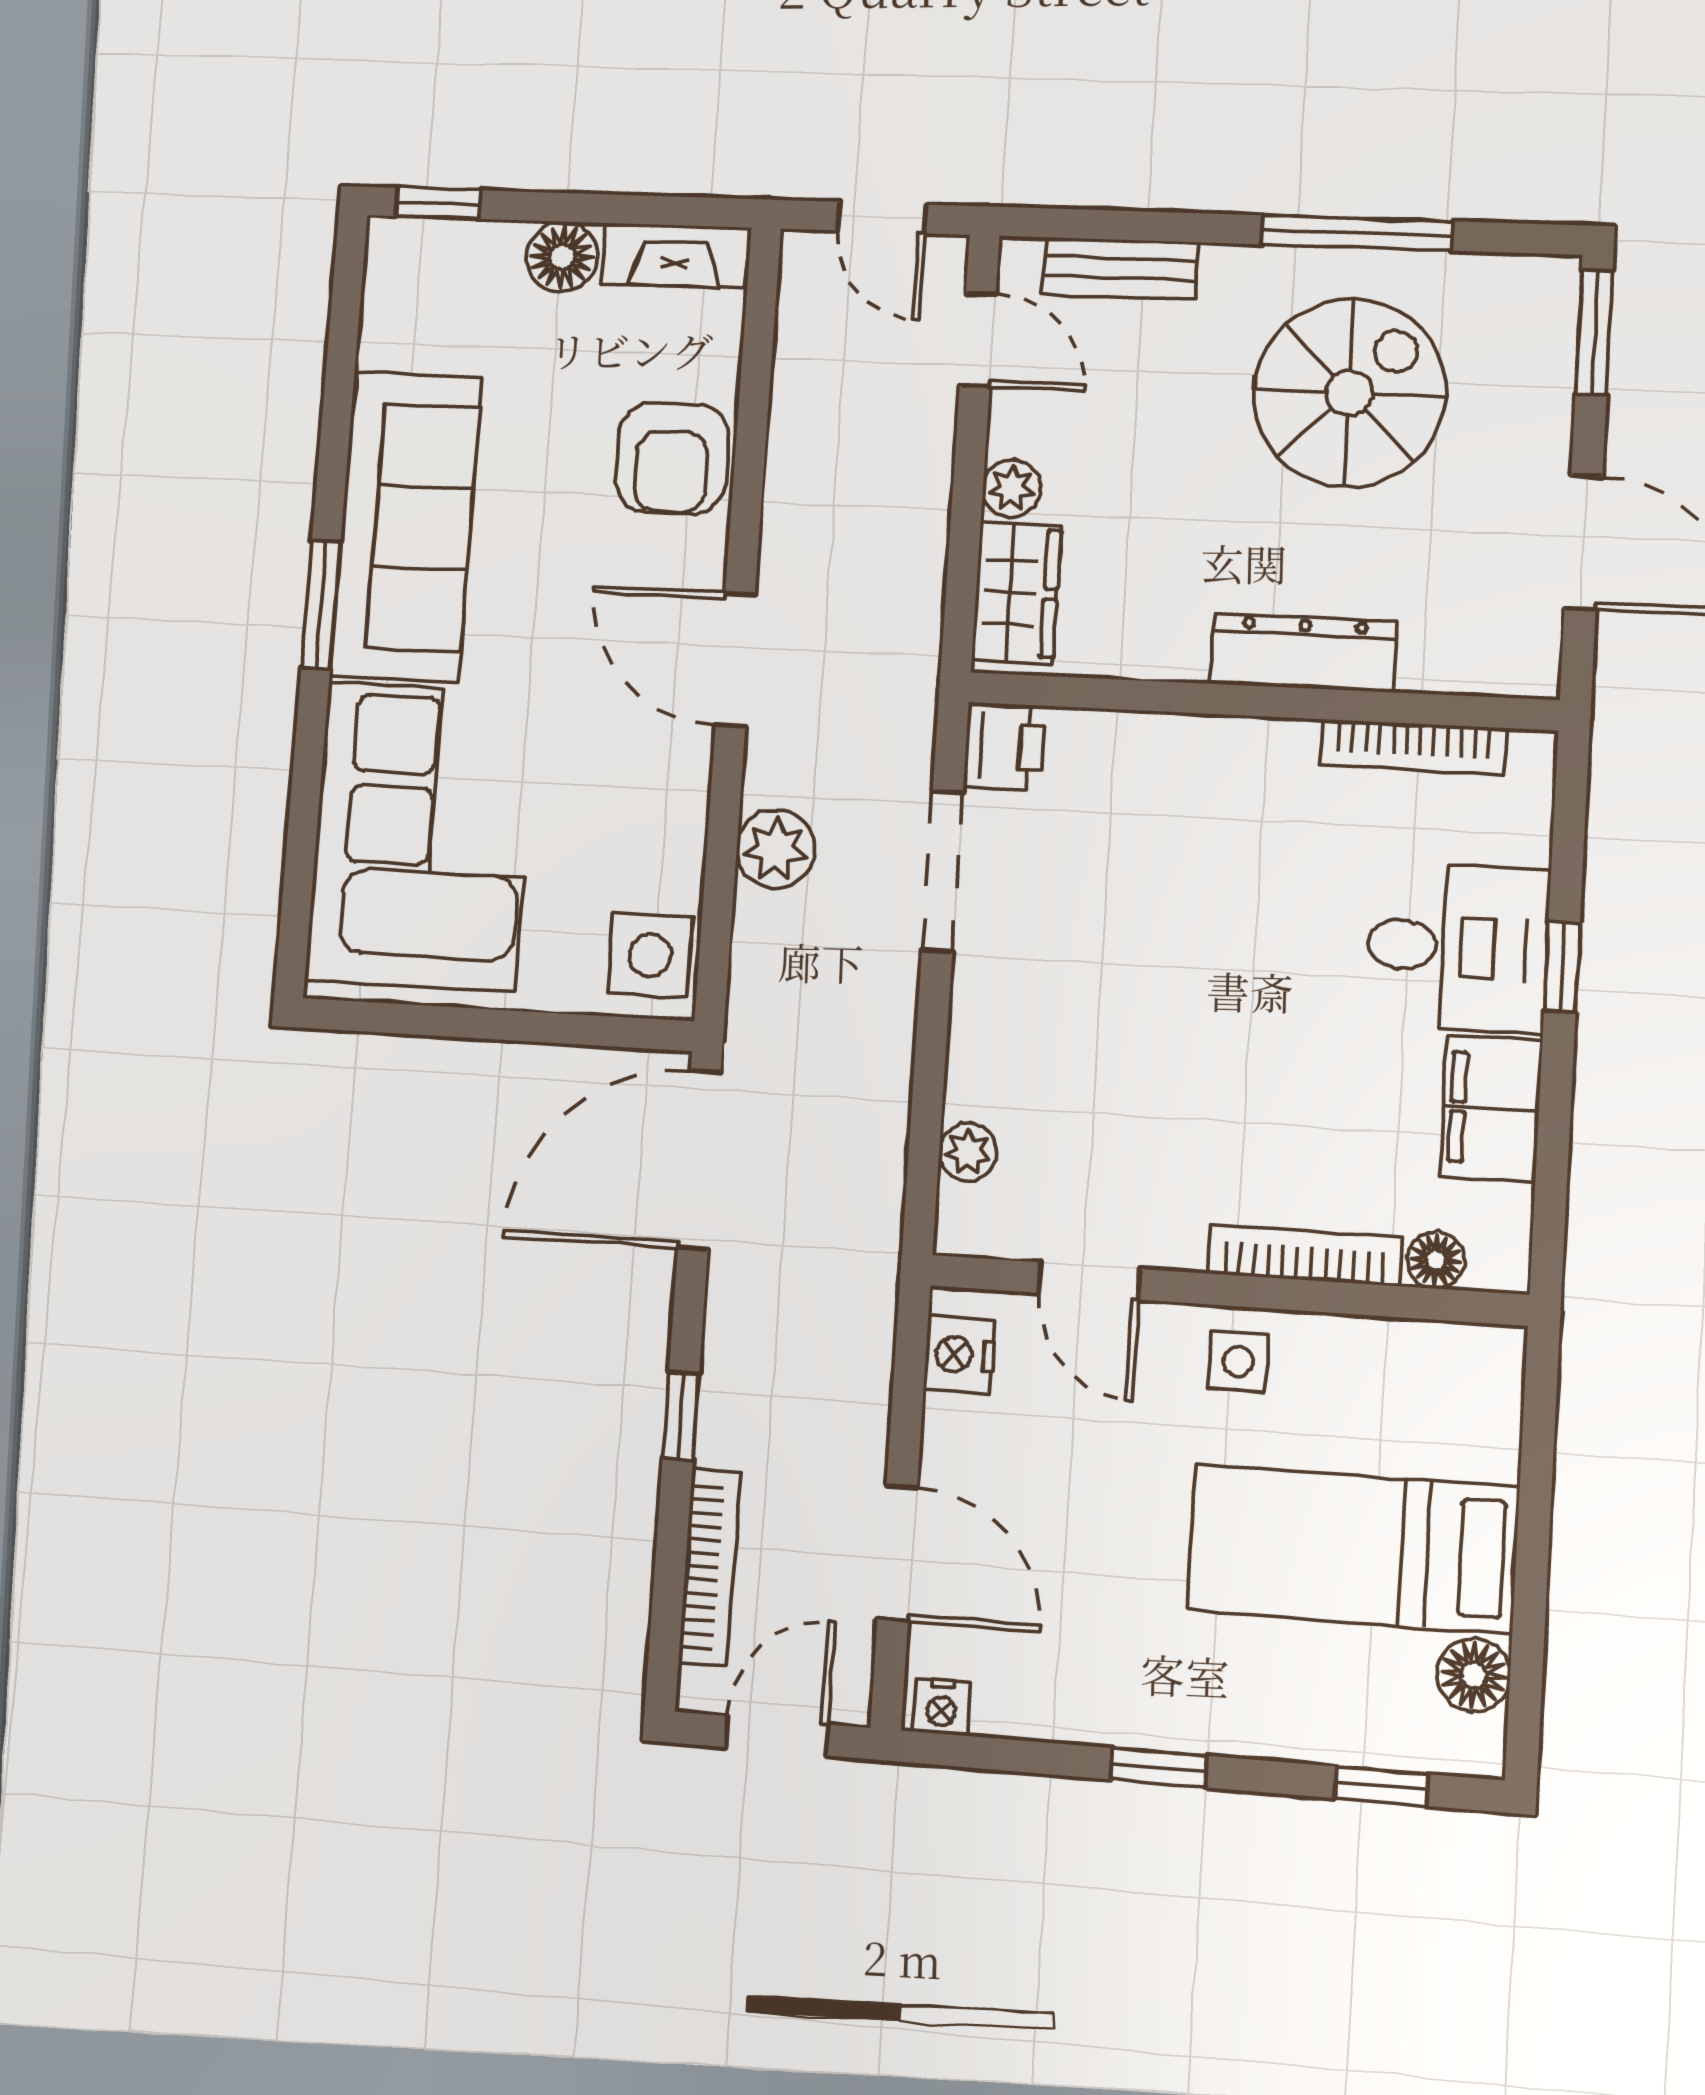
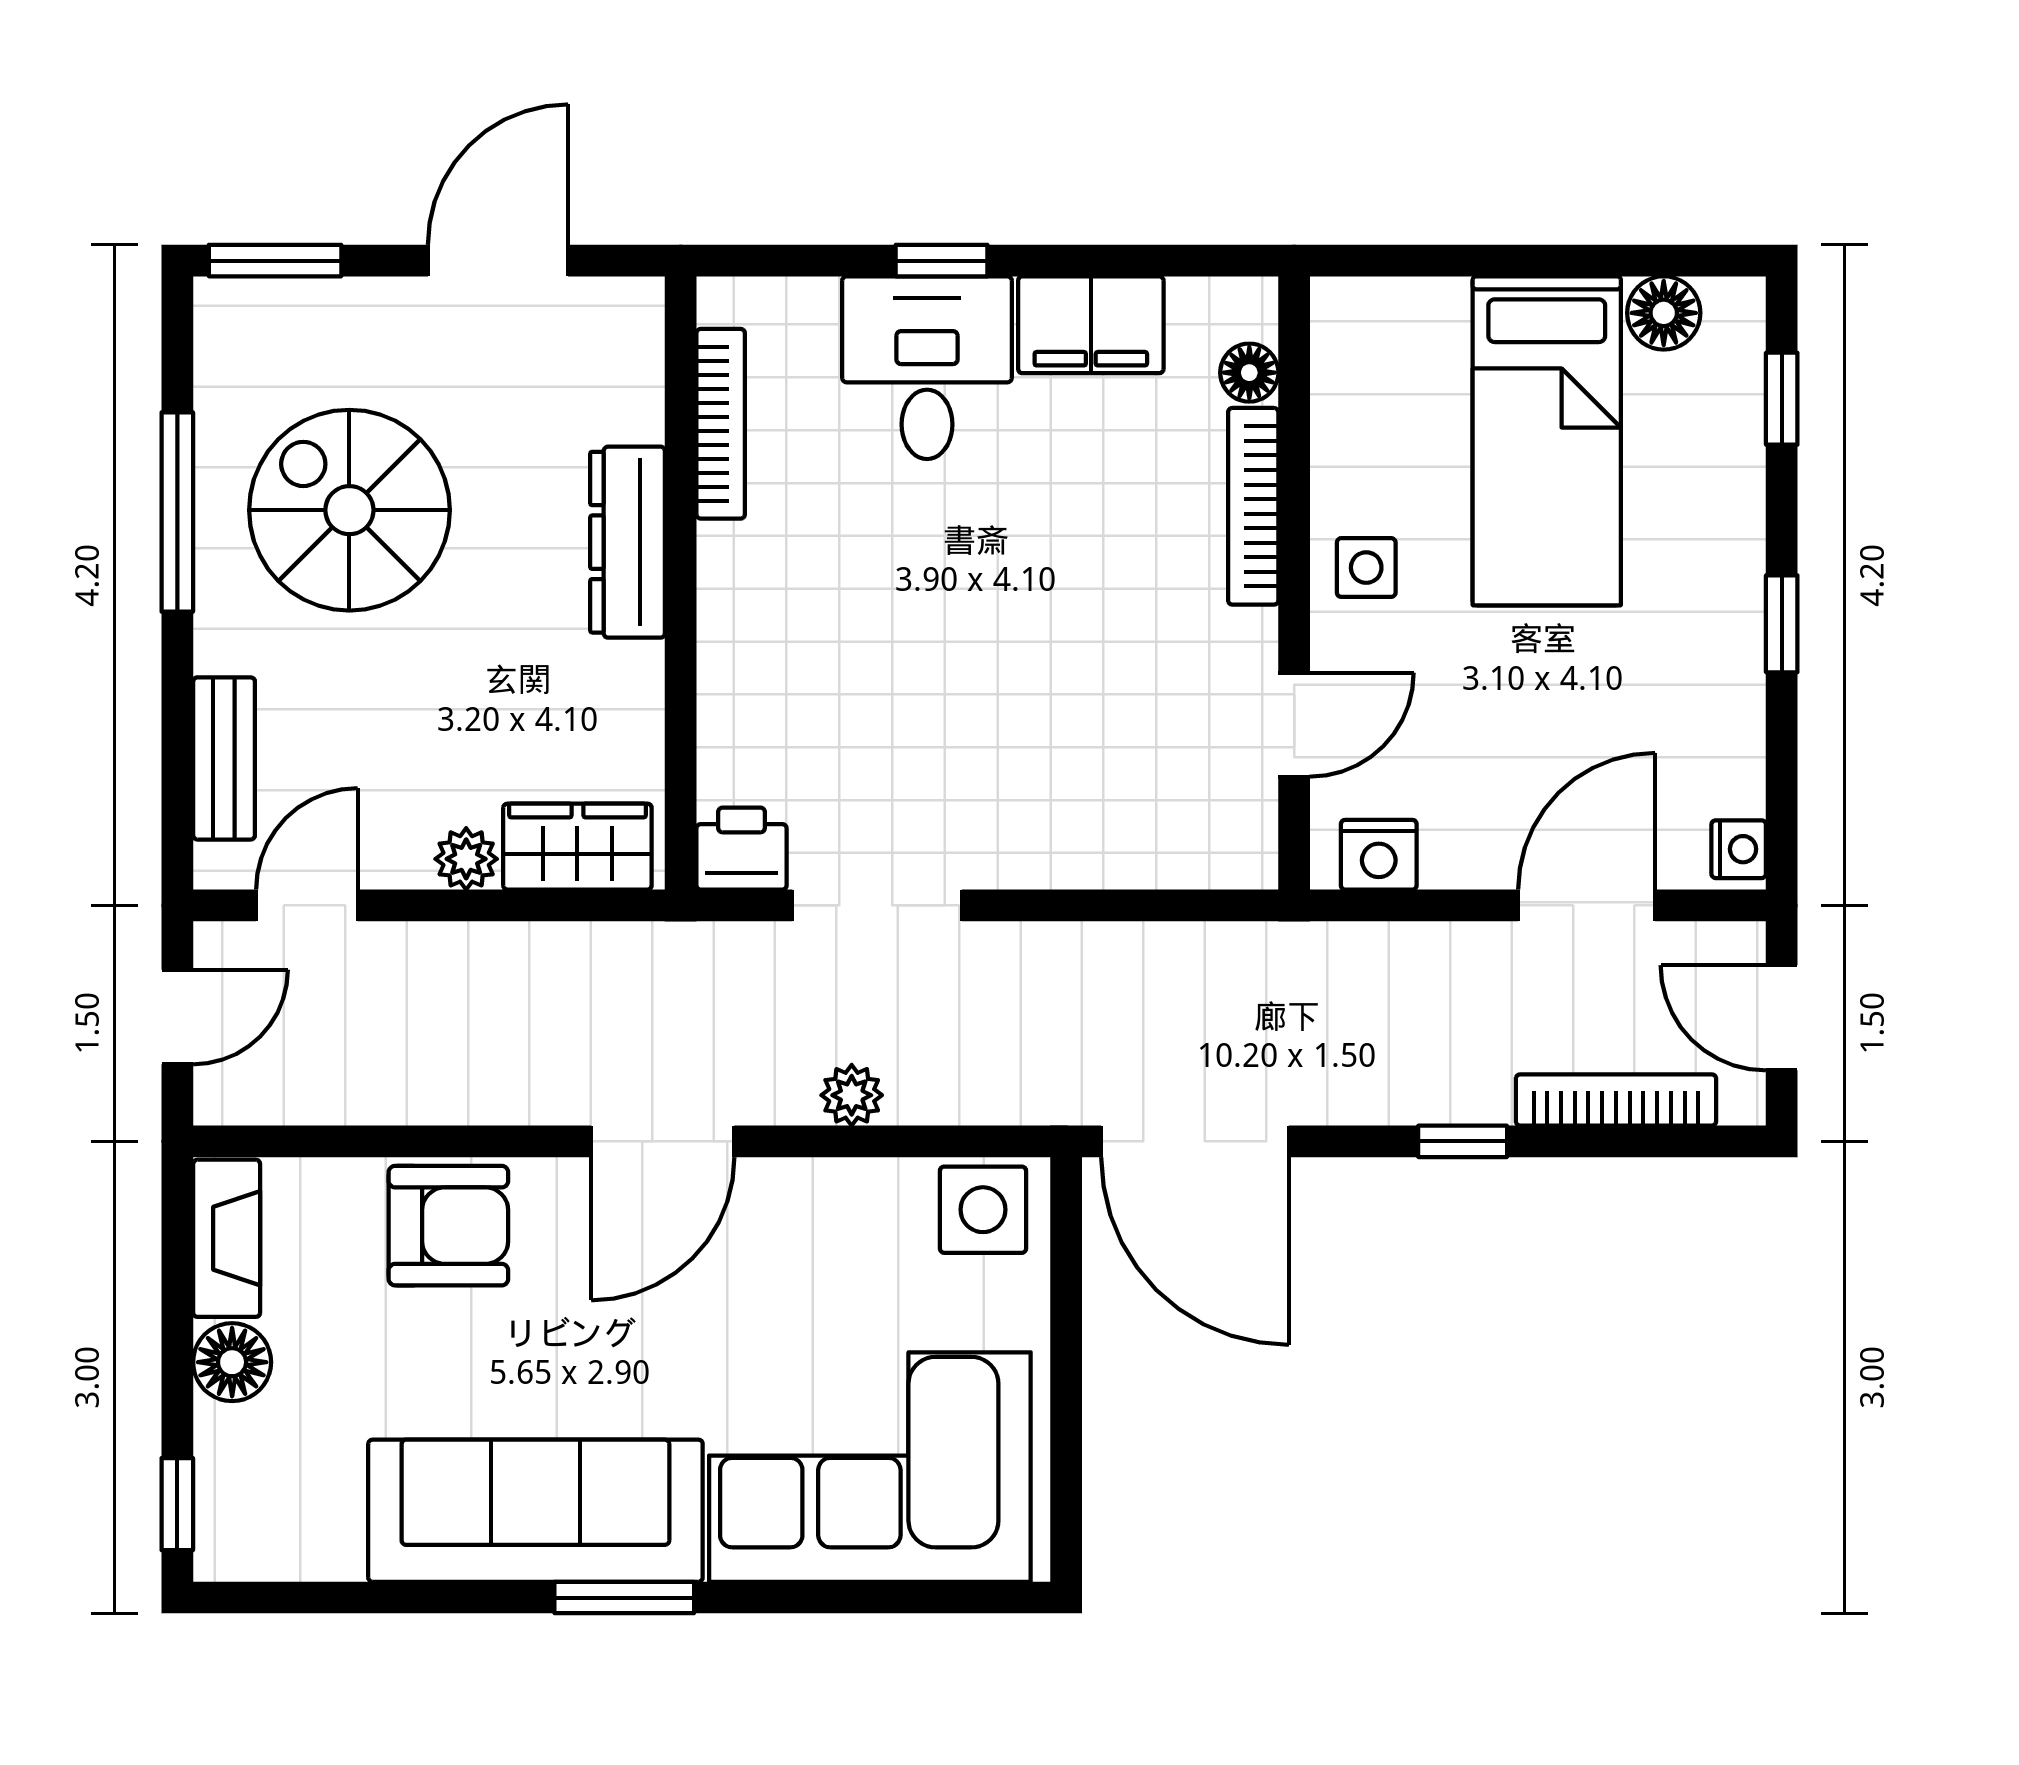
plant: (776, 849) -> (852, 1095), width x0.73, depth x0.73
plant: (968, 1152) -> (1169, 860), removed

